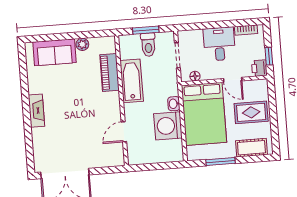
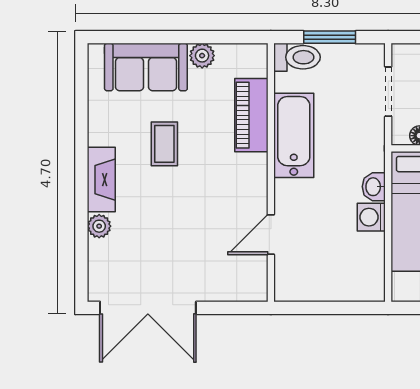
toilet: (148, 45) -> (297, 57), moved, turned -90
coffee table: (67, 90) -> (164, 144), added
washing machine: (168, 126) -> (371, 217), width x0.53, depth x0.53
plant: (37, 134) -> (99, 226), added

